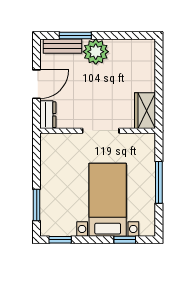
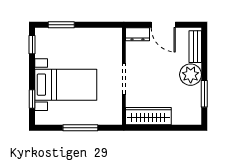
window: (75, 35) -> (204, 94), moved
wardrobe: (145, 111) -> (148, 116), width x1.50

